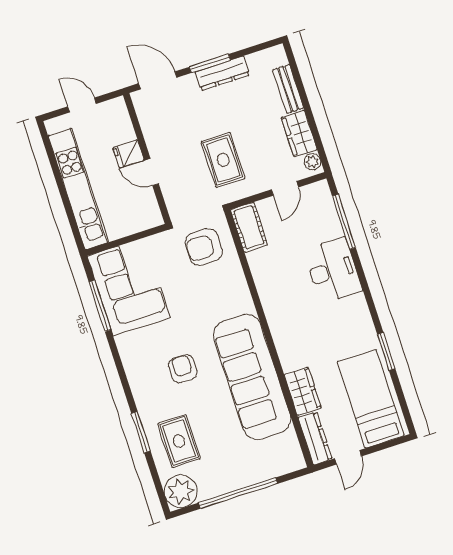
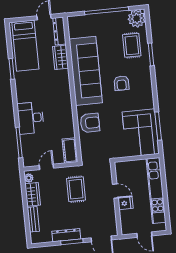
armchair: (204, 247) -> (90, 123), moved

